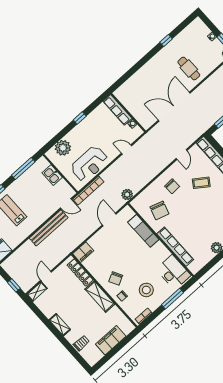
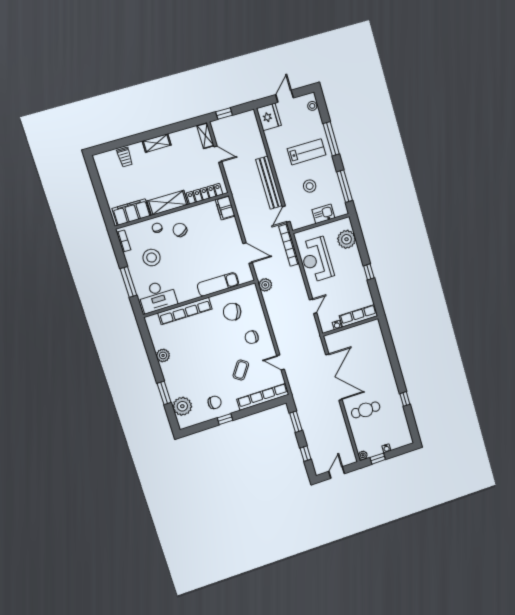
stool: (36, 196) -> (310, 186), added
filing cabinet: (111, 340) -> (131, 212), moved, turned -90

